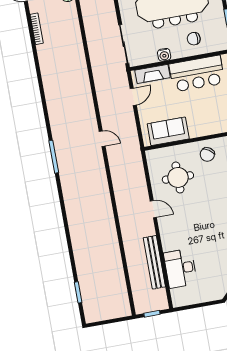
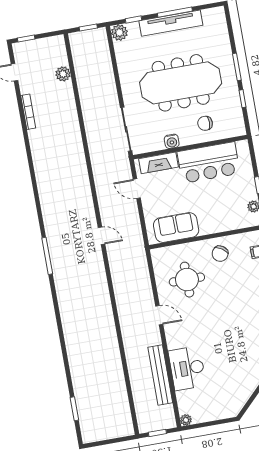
door: (133, 97) -> (137, 189), swing flipped
desk: (180, 268) -> (187, 368), moved
plant: (177, 302) -> (186, 420), added

